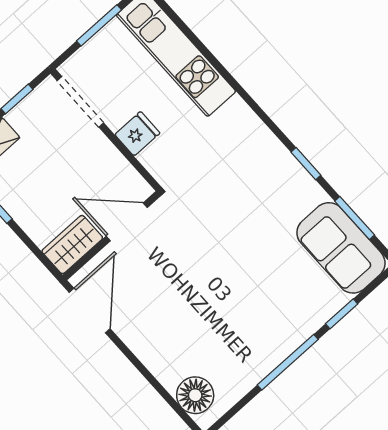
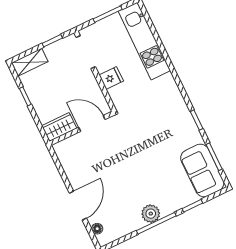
door: (90, 310) -> (78, 206), moved
plant: (274, 348) -> (151, 214), added
floor lamp: (195, 395) -> (97, 229), width x0.53, depth x0.53

